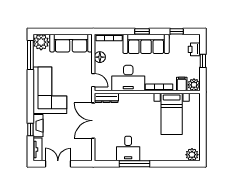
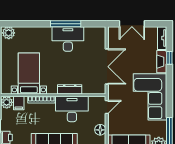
door: (93, 80) -> (107, 107), swing flipped
dresser: (106, 98) -> (70, 89), moved
desk: (128, 149) -> (68, 39), width x1.37
double door: (58, 164) -> (132, 24), moved

